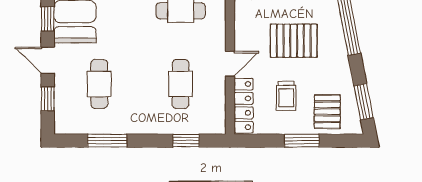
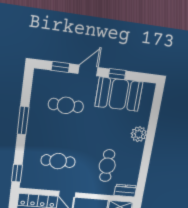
window: (107, 141) -> (23, 121), moved
window: (186, 141) -> (17, 173), moved

